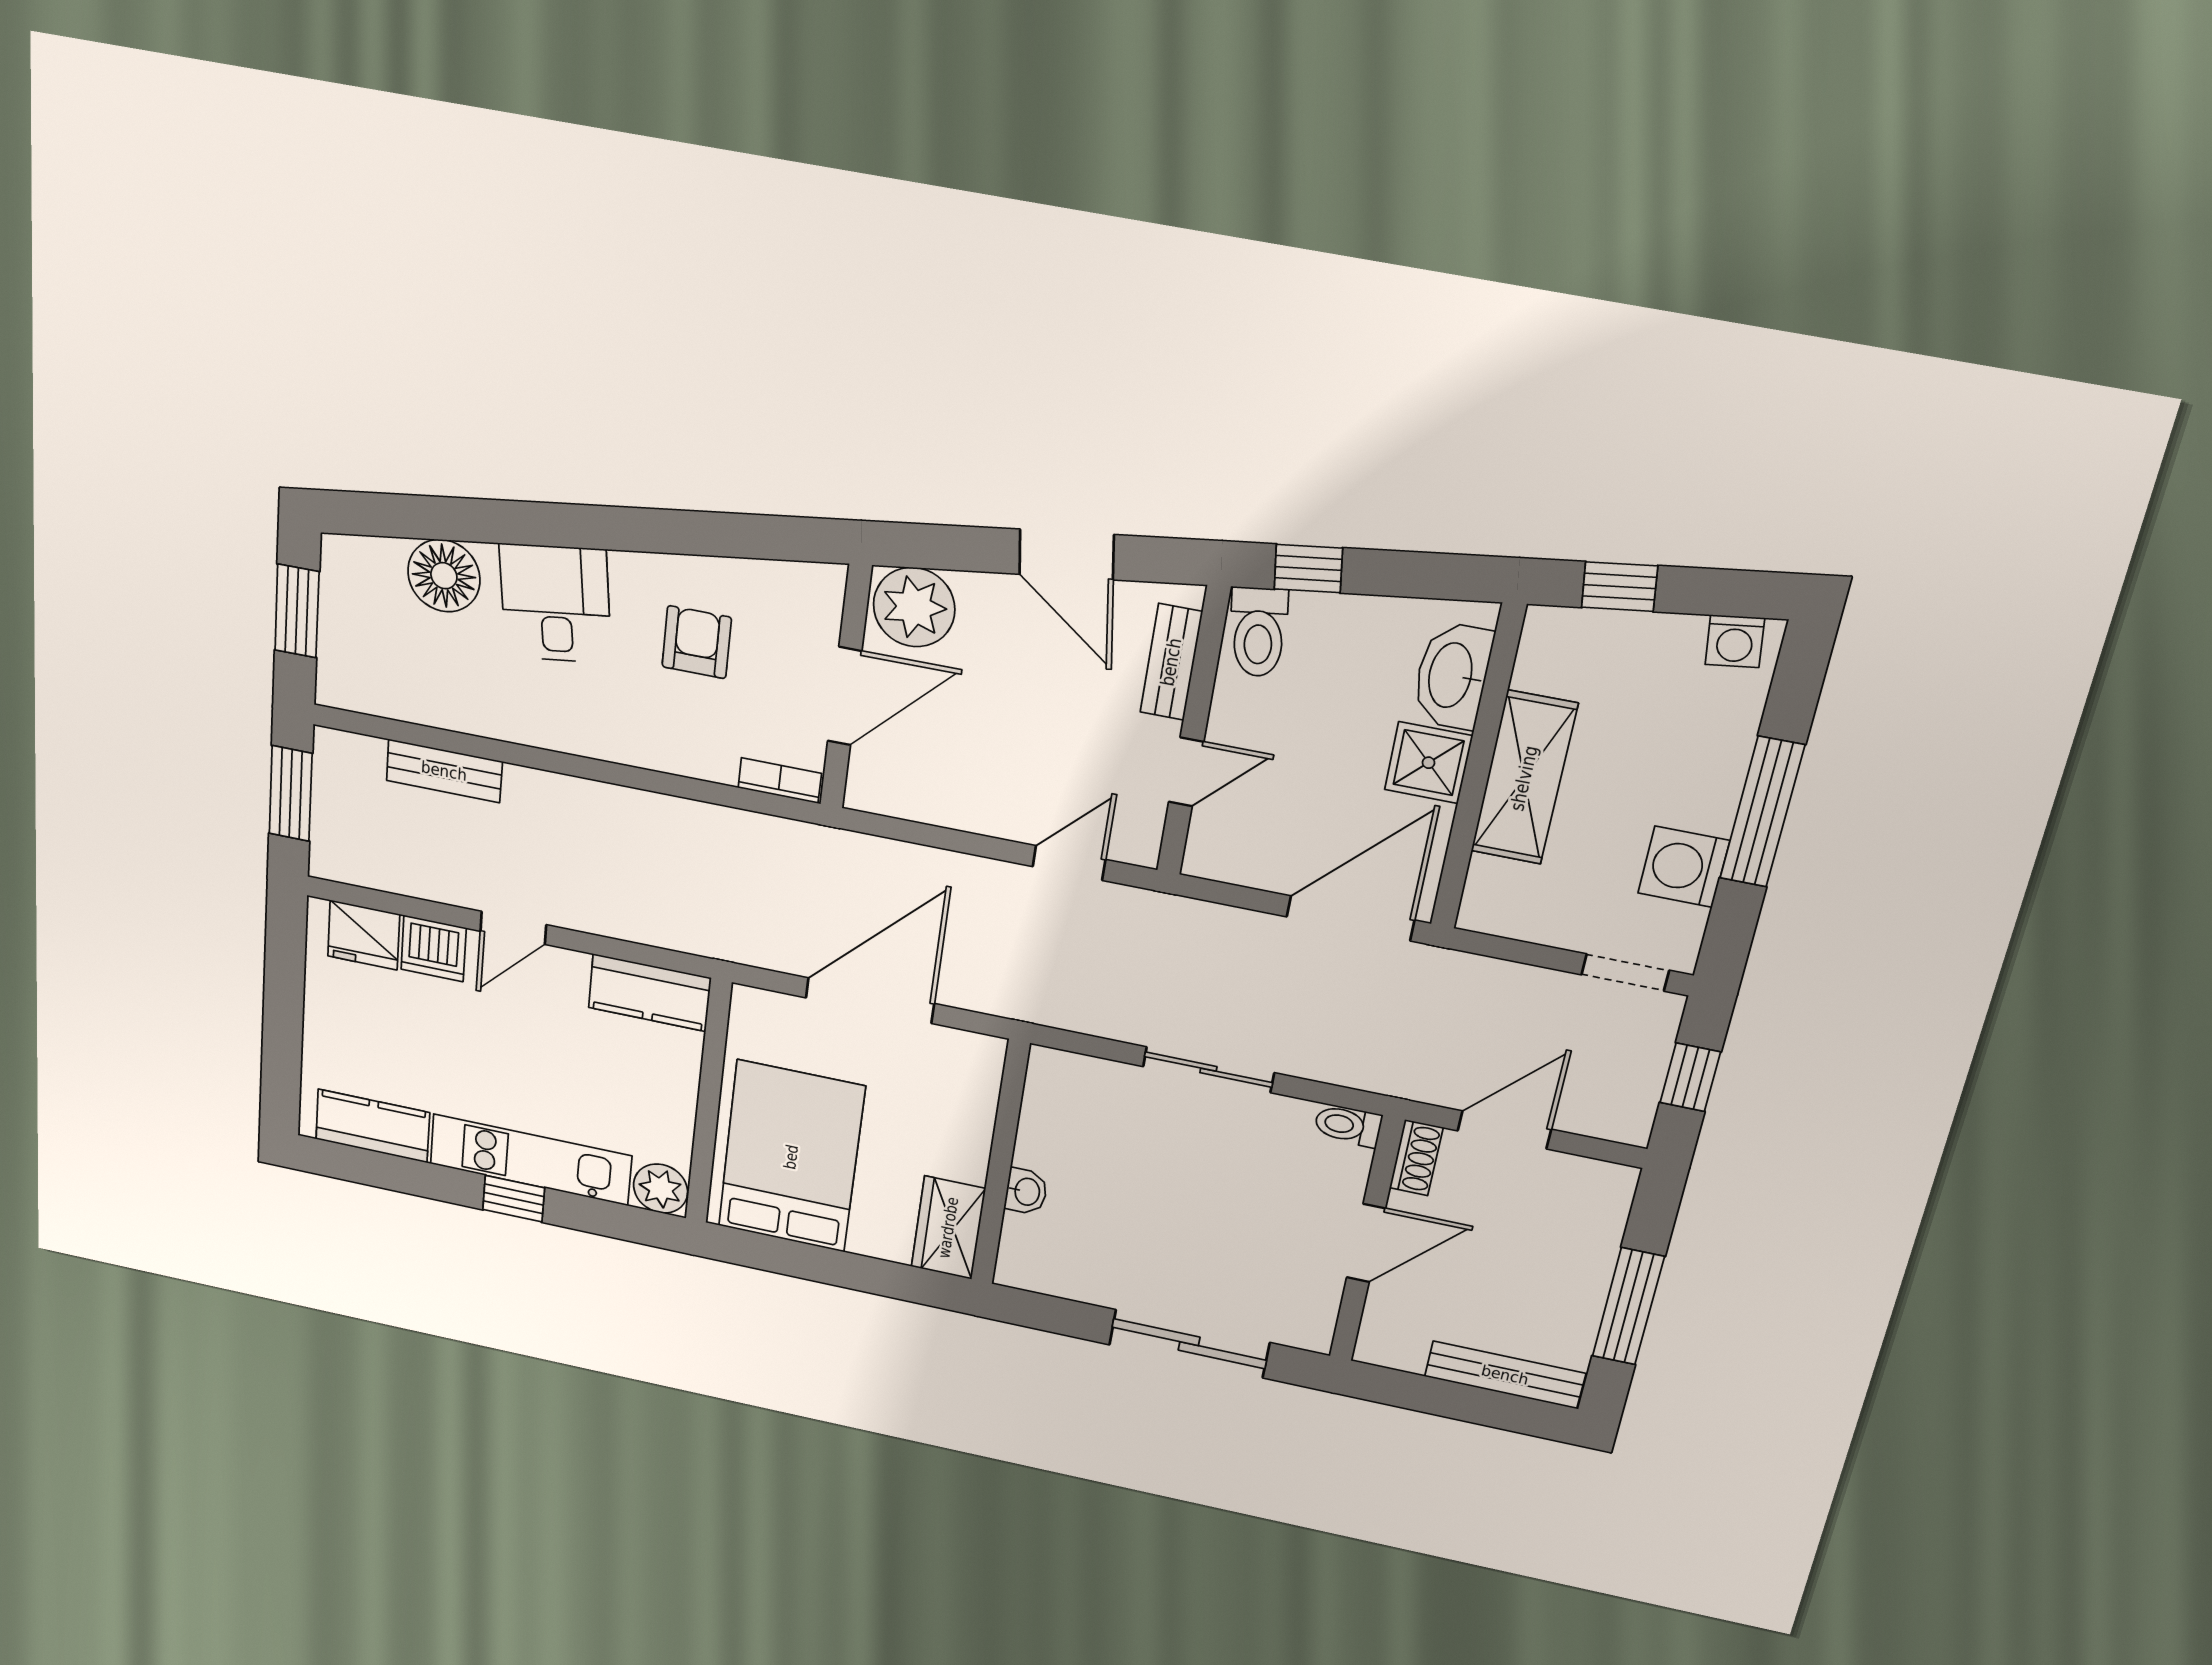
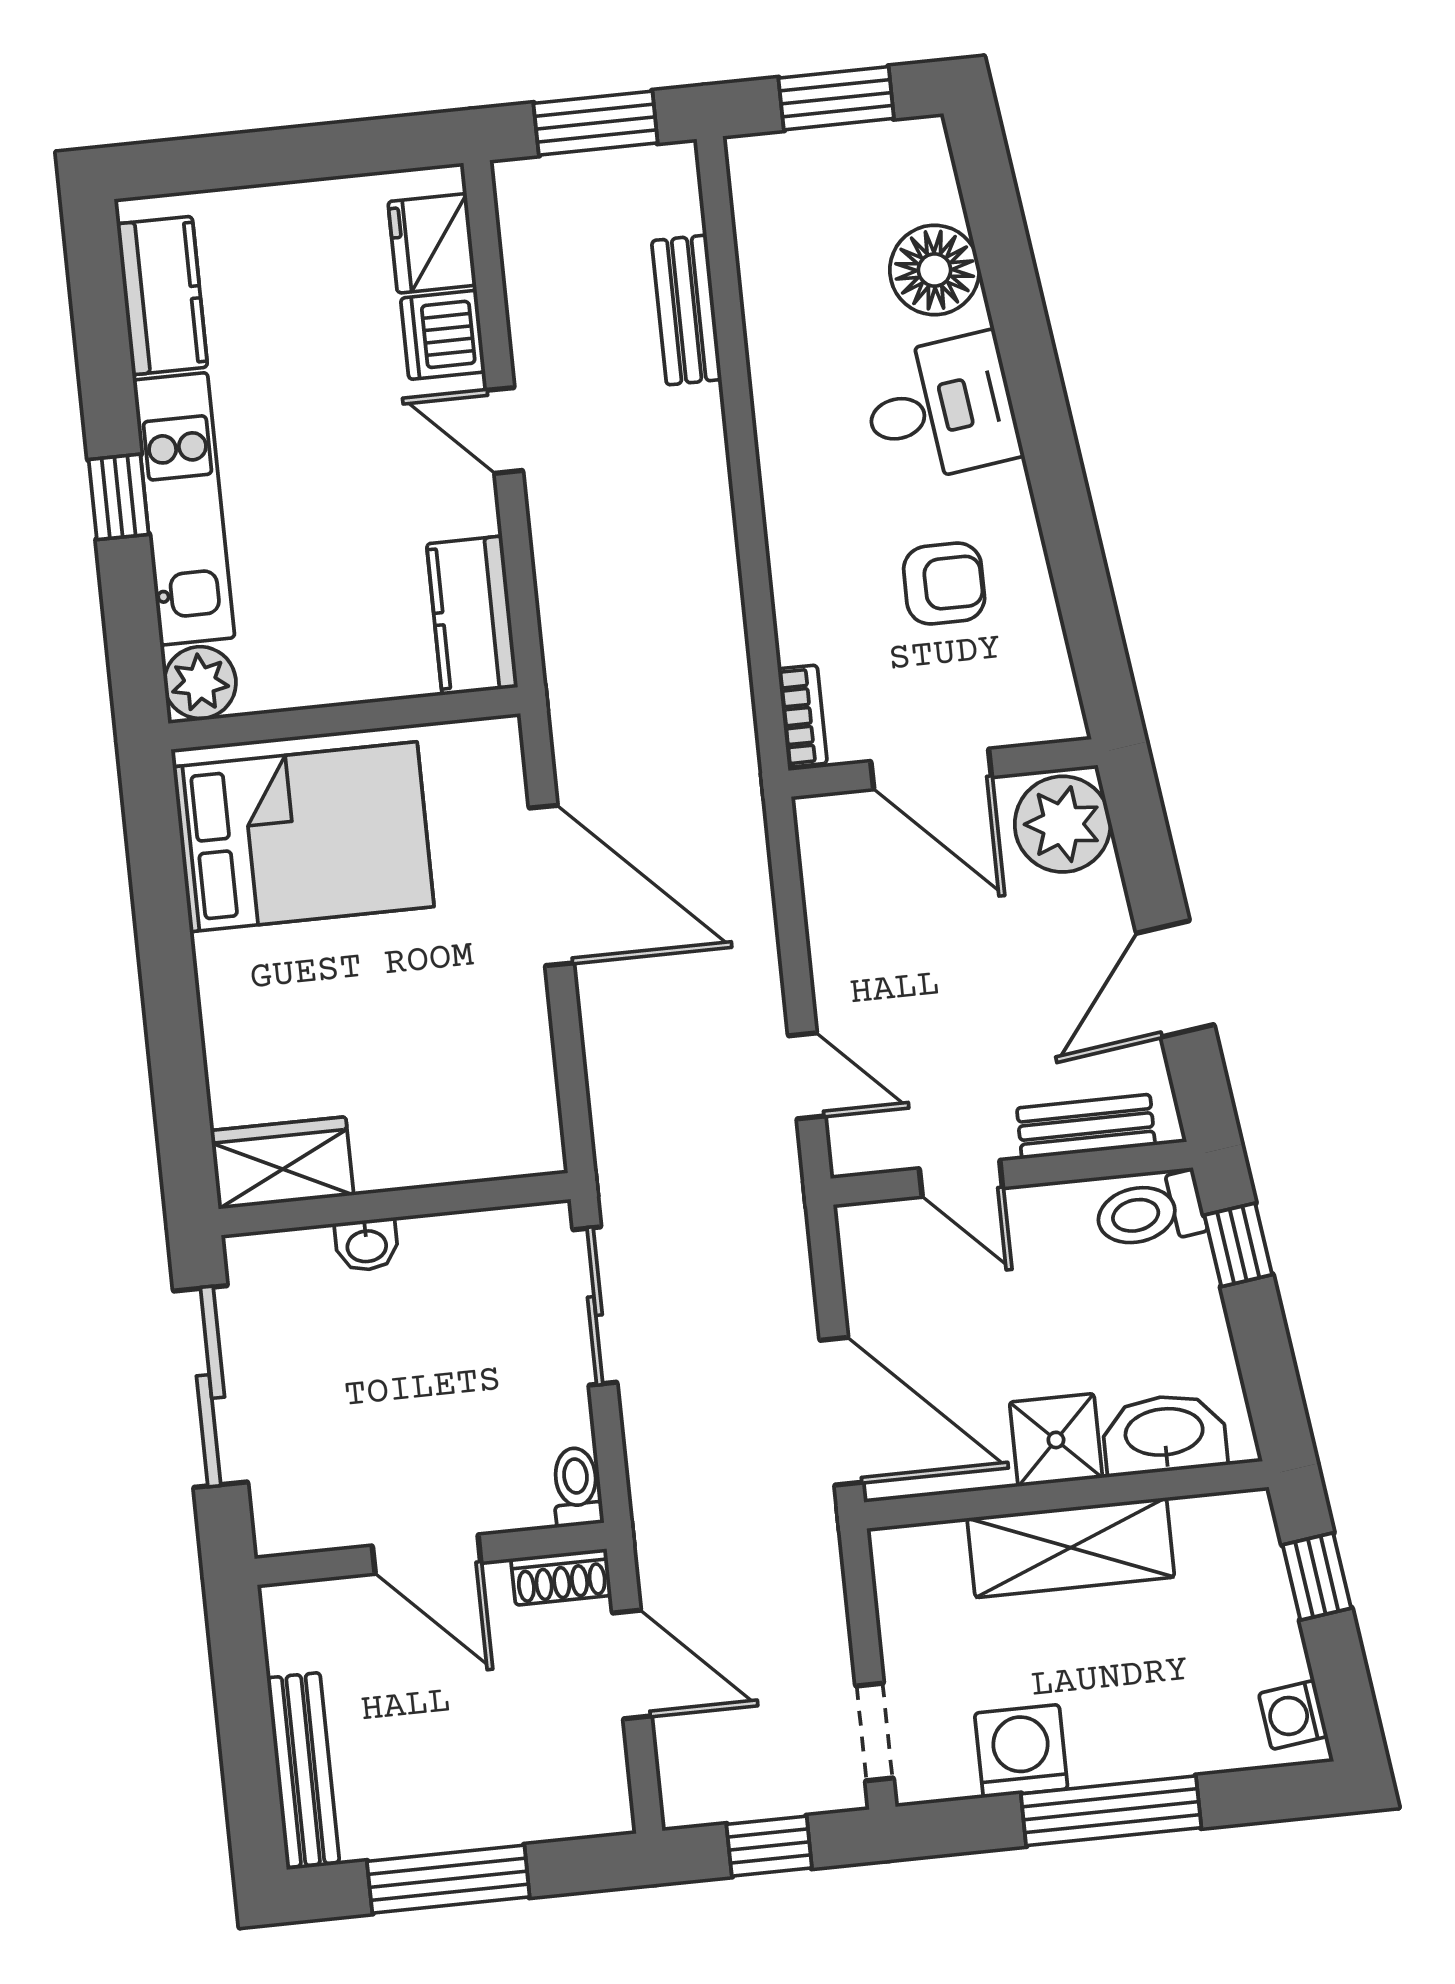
wall: (1000, 1164) -> (395, 1204), moved
washbasin: (1026, 1192) -> (367, 1245), moved
wardrobe: (948, 1228) -> (282, 1163), moved

